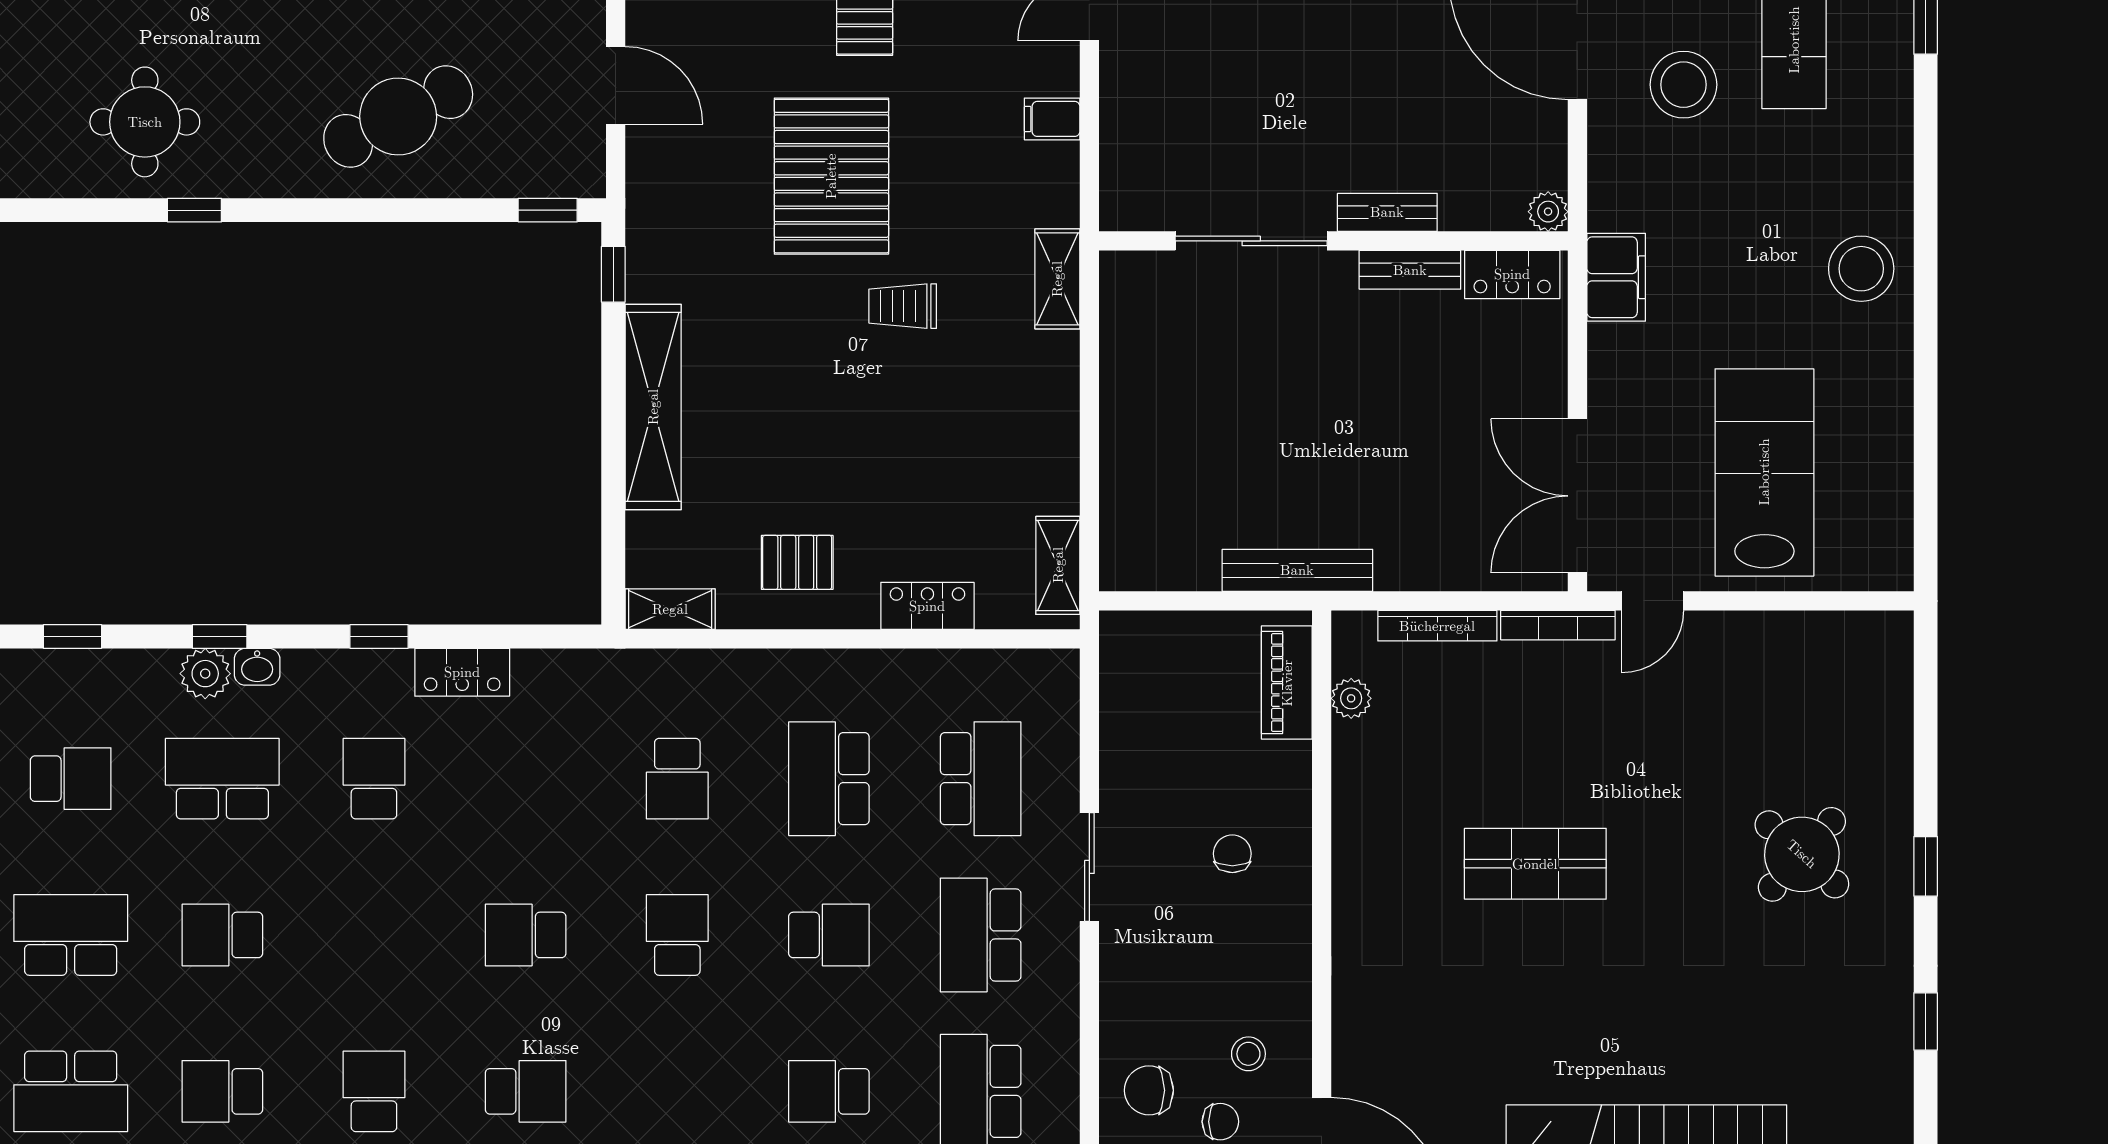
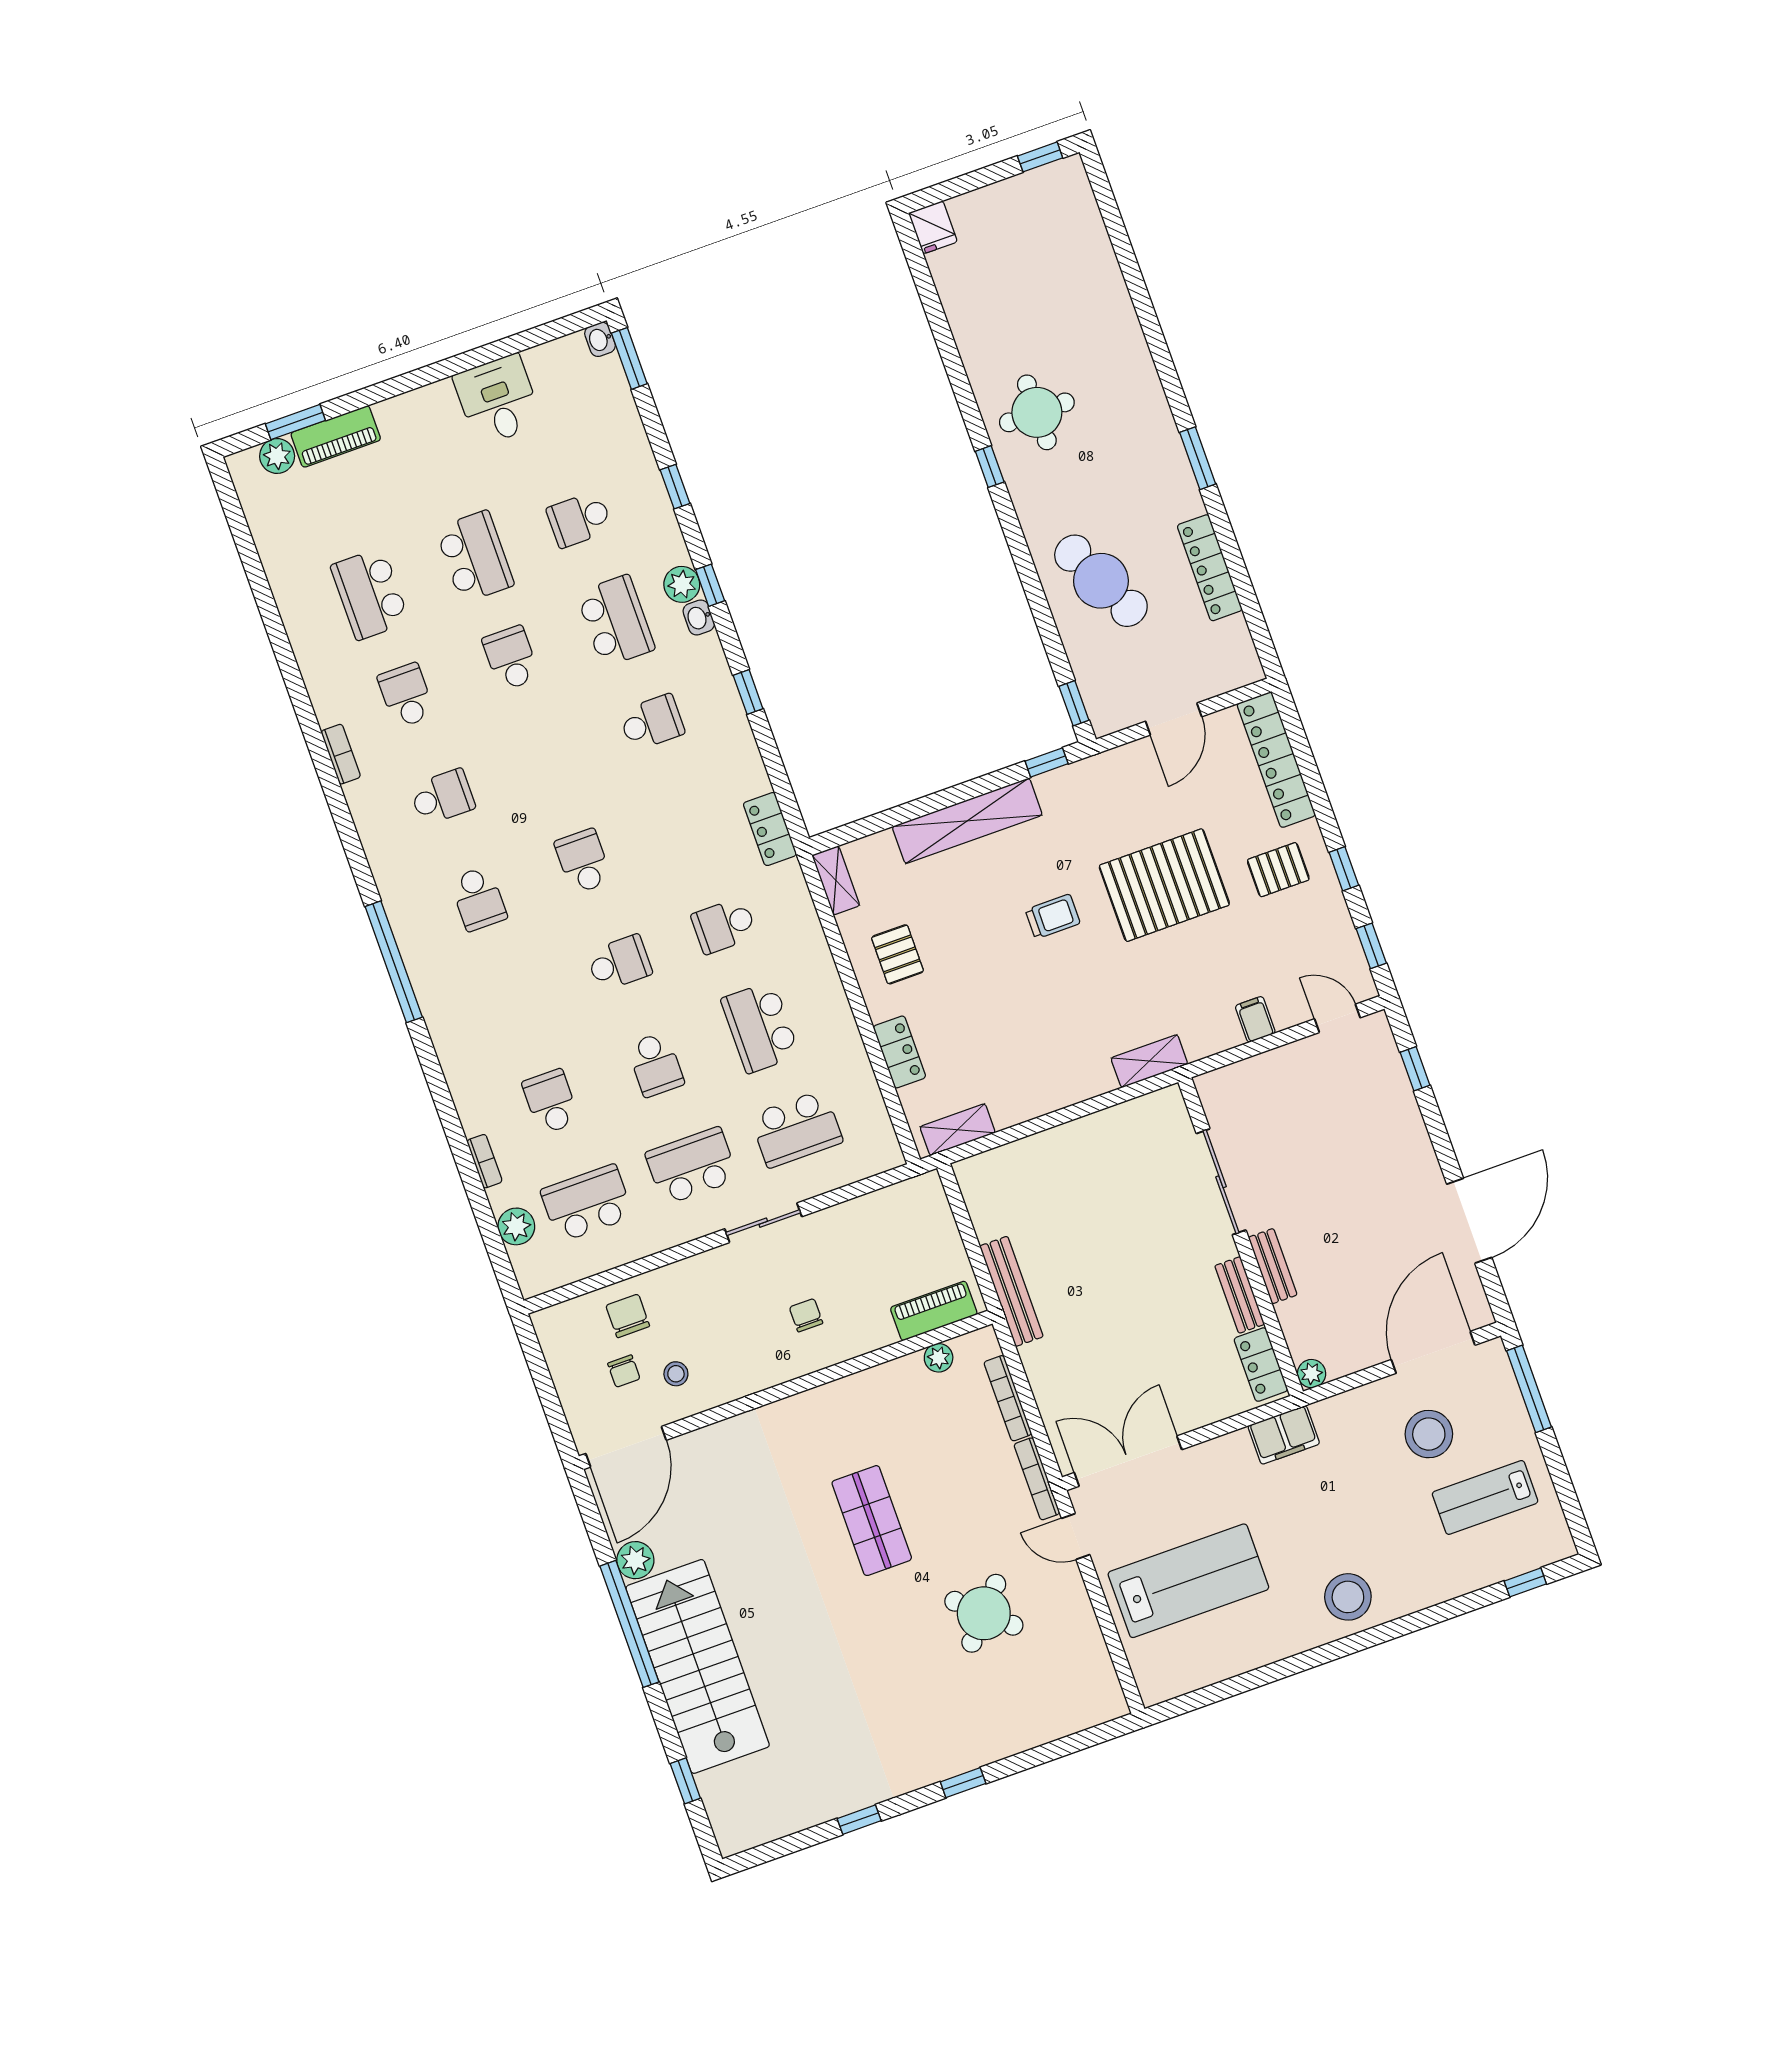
trolley: (903, 306) -> (1053, 917), moved, turned 90
locker: (462, 672) -> (770, 829), moved
school desk: (71, 779) -> (579, 519), turned 90
school desk: (829, 779) -> (760, 1027), turned -90
chair: (1232, 854) -> (806, 1315), turned -90
round table: (1802, 854) -> (984, 1613), moved

